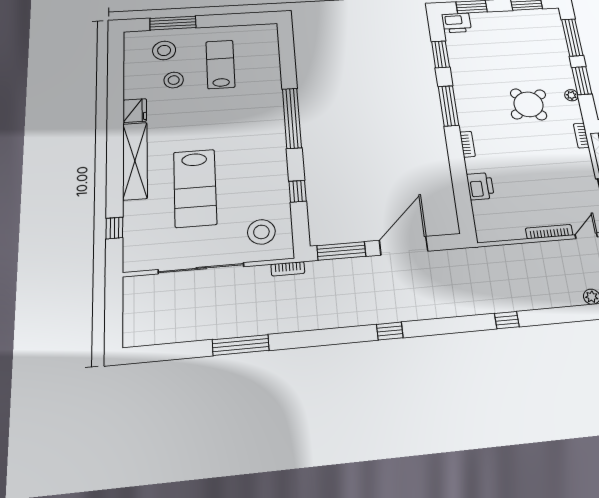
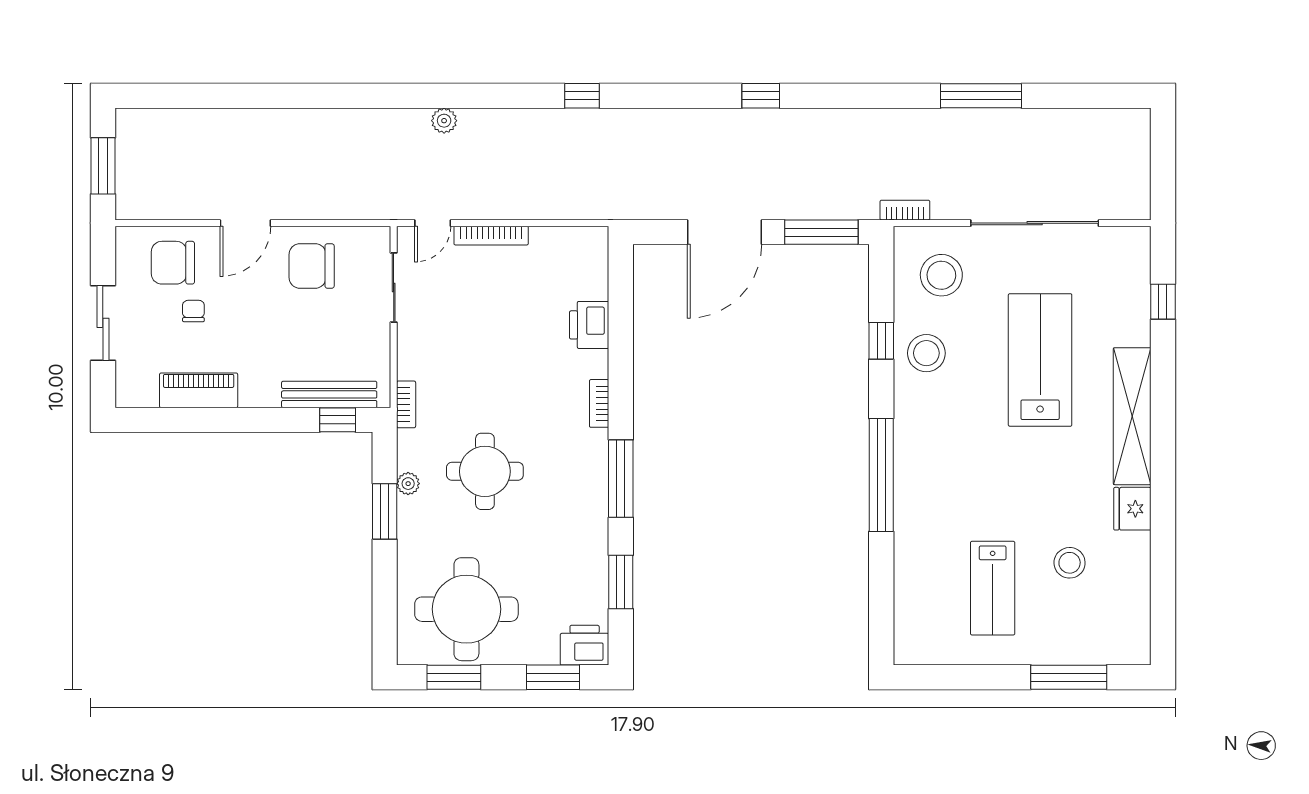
round table: (526, 36) -> (466, 609), added
window: (572, 37) -> (385, 601), removed
stool: (164, 50) -> (926, 353), moved
round table: (529, 104) -> (485, 471), turned 38

